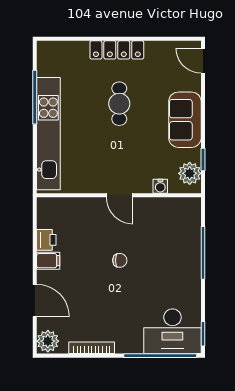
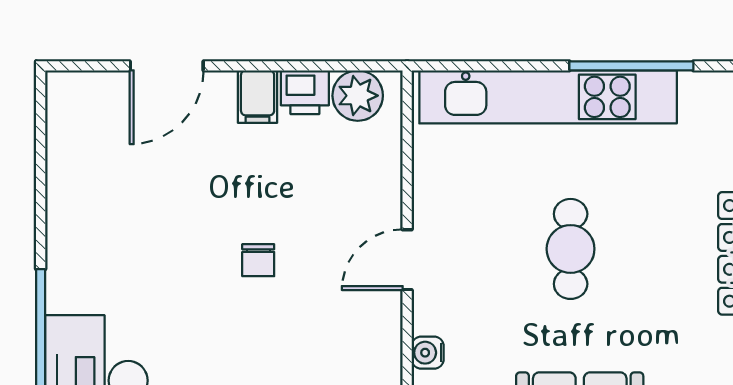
cafe table: (119, 104) -> (571, 249), moved, turned 90
plant: (48, 341) -> (358, 96), moved
bookcase: (92, 348) -> (58, 196), removed

